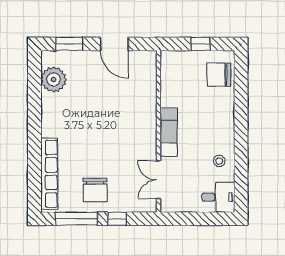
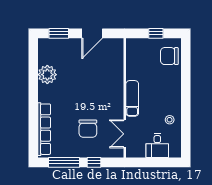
door: (114, 44) -> (92, 33), hinge flipped
plant: (54, 79) -> (47, 75), moved
chair: (95, 190) -> (88, 129), moved
desk: (218, 197) -> (157, 146), moved, turned 90

